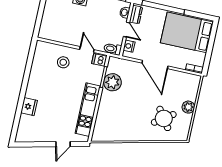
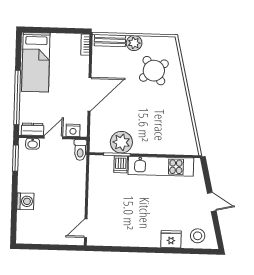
bed: (187, 32) -> (36, 62), width x0.67
door: (87, 50) -> (86, 228), moved
dishwasher: (99, 60) -> (121, 164), moved
stool: (63, 62) -> (198, 236), moved
bench: (194, 88) -> (110, 41), added
door: (63, 144) -> (212, 202), moved

